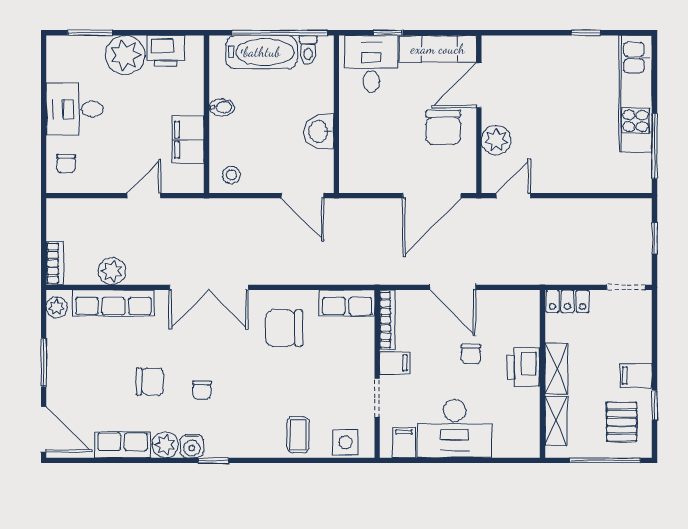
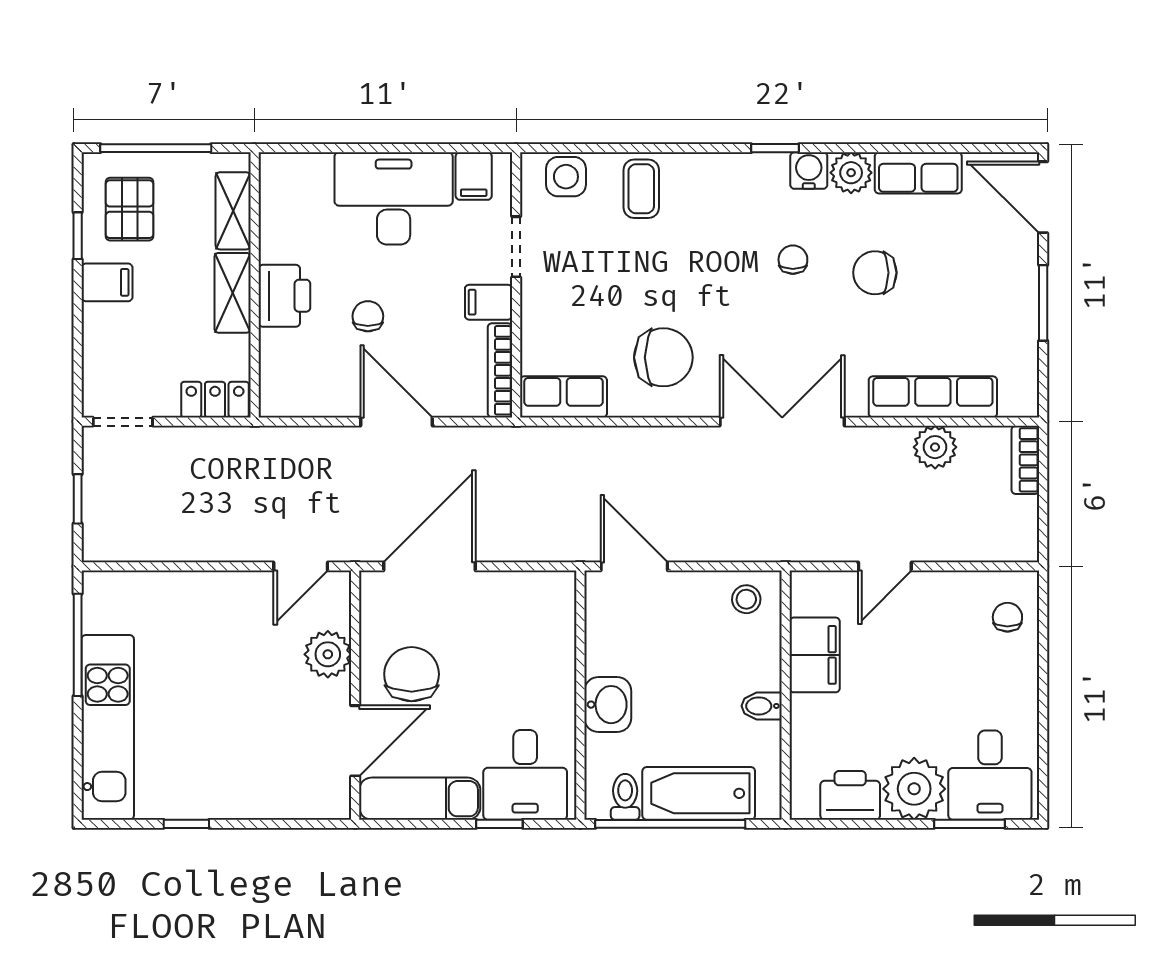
desk: (74, 109) -> (990, 775), moved, turned 90
washbasin: (319, 131) -> (608, 705), moved
plant: (57, 307) -> (1023, 390), removed

